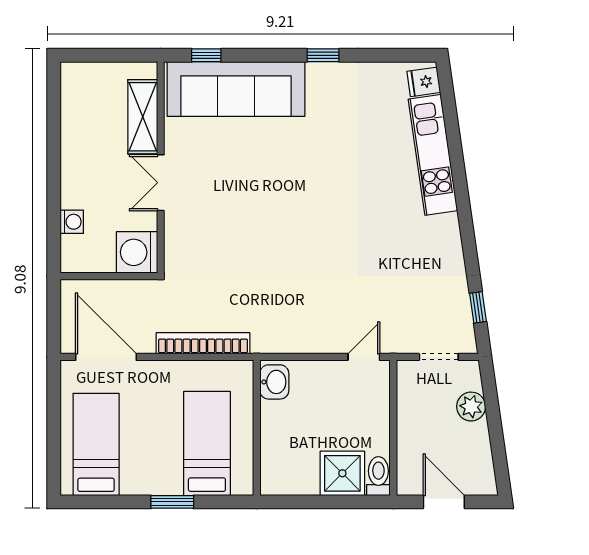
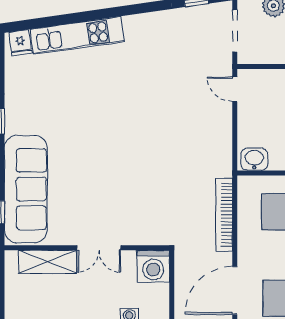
doorway: (439, 357) -> (235, 31), width x1.38

